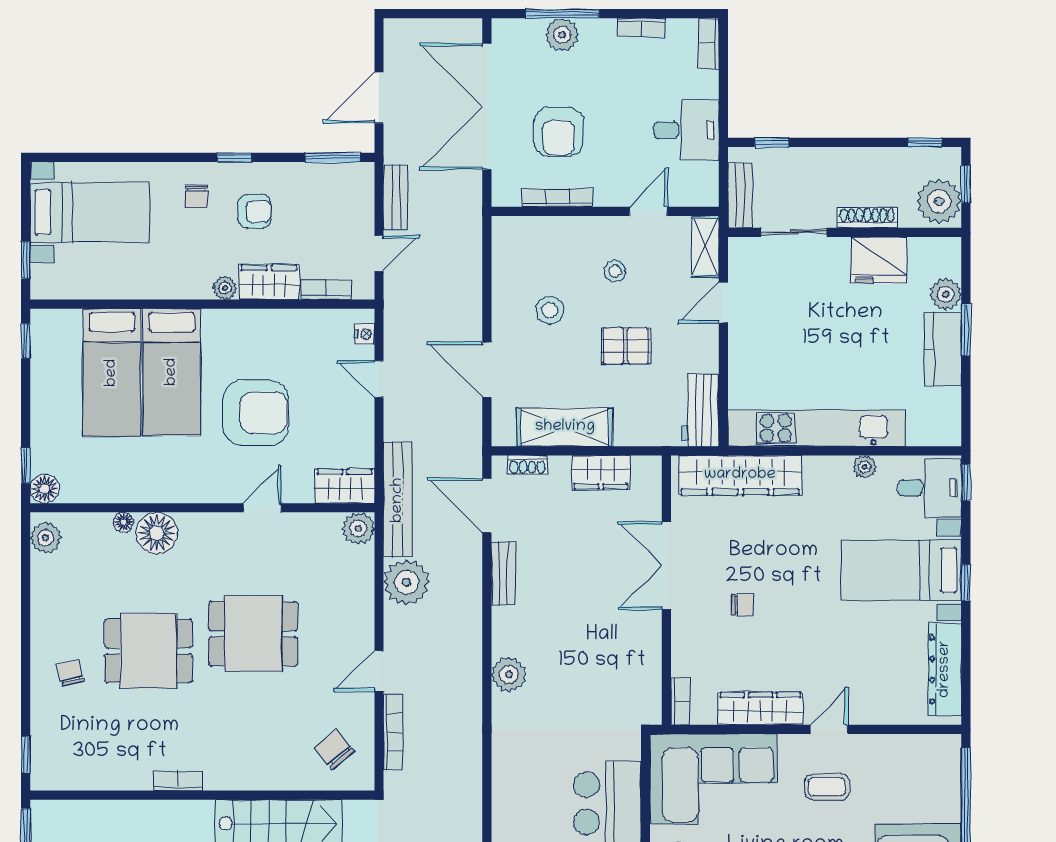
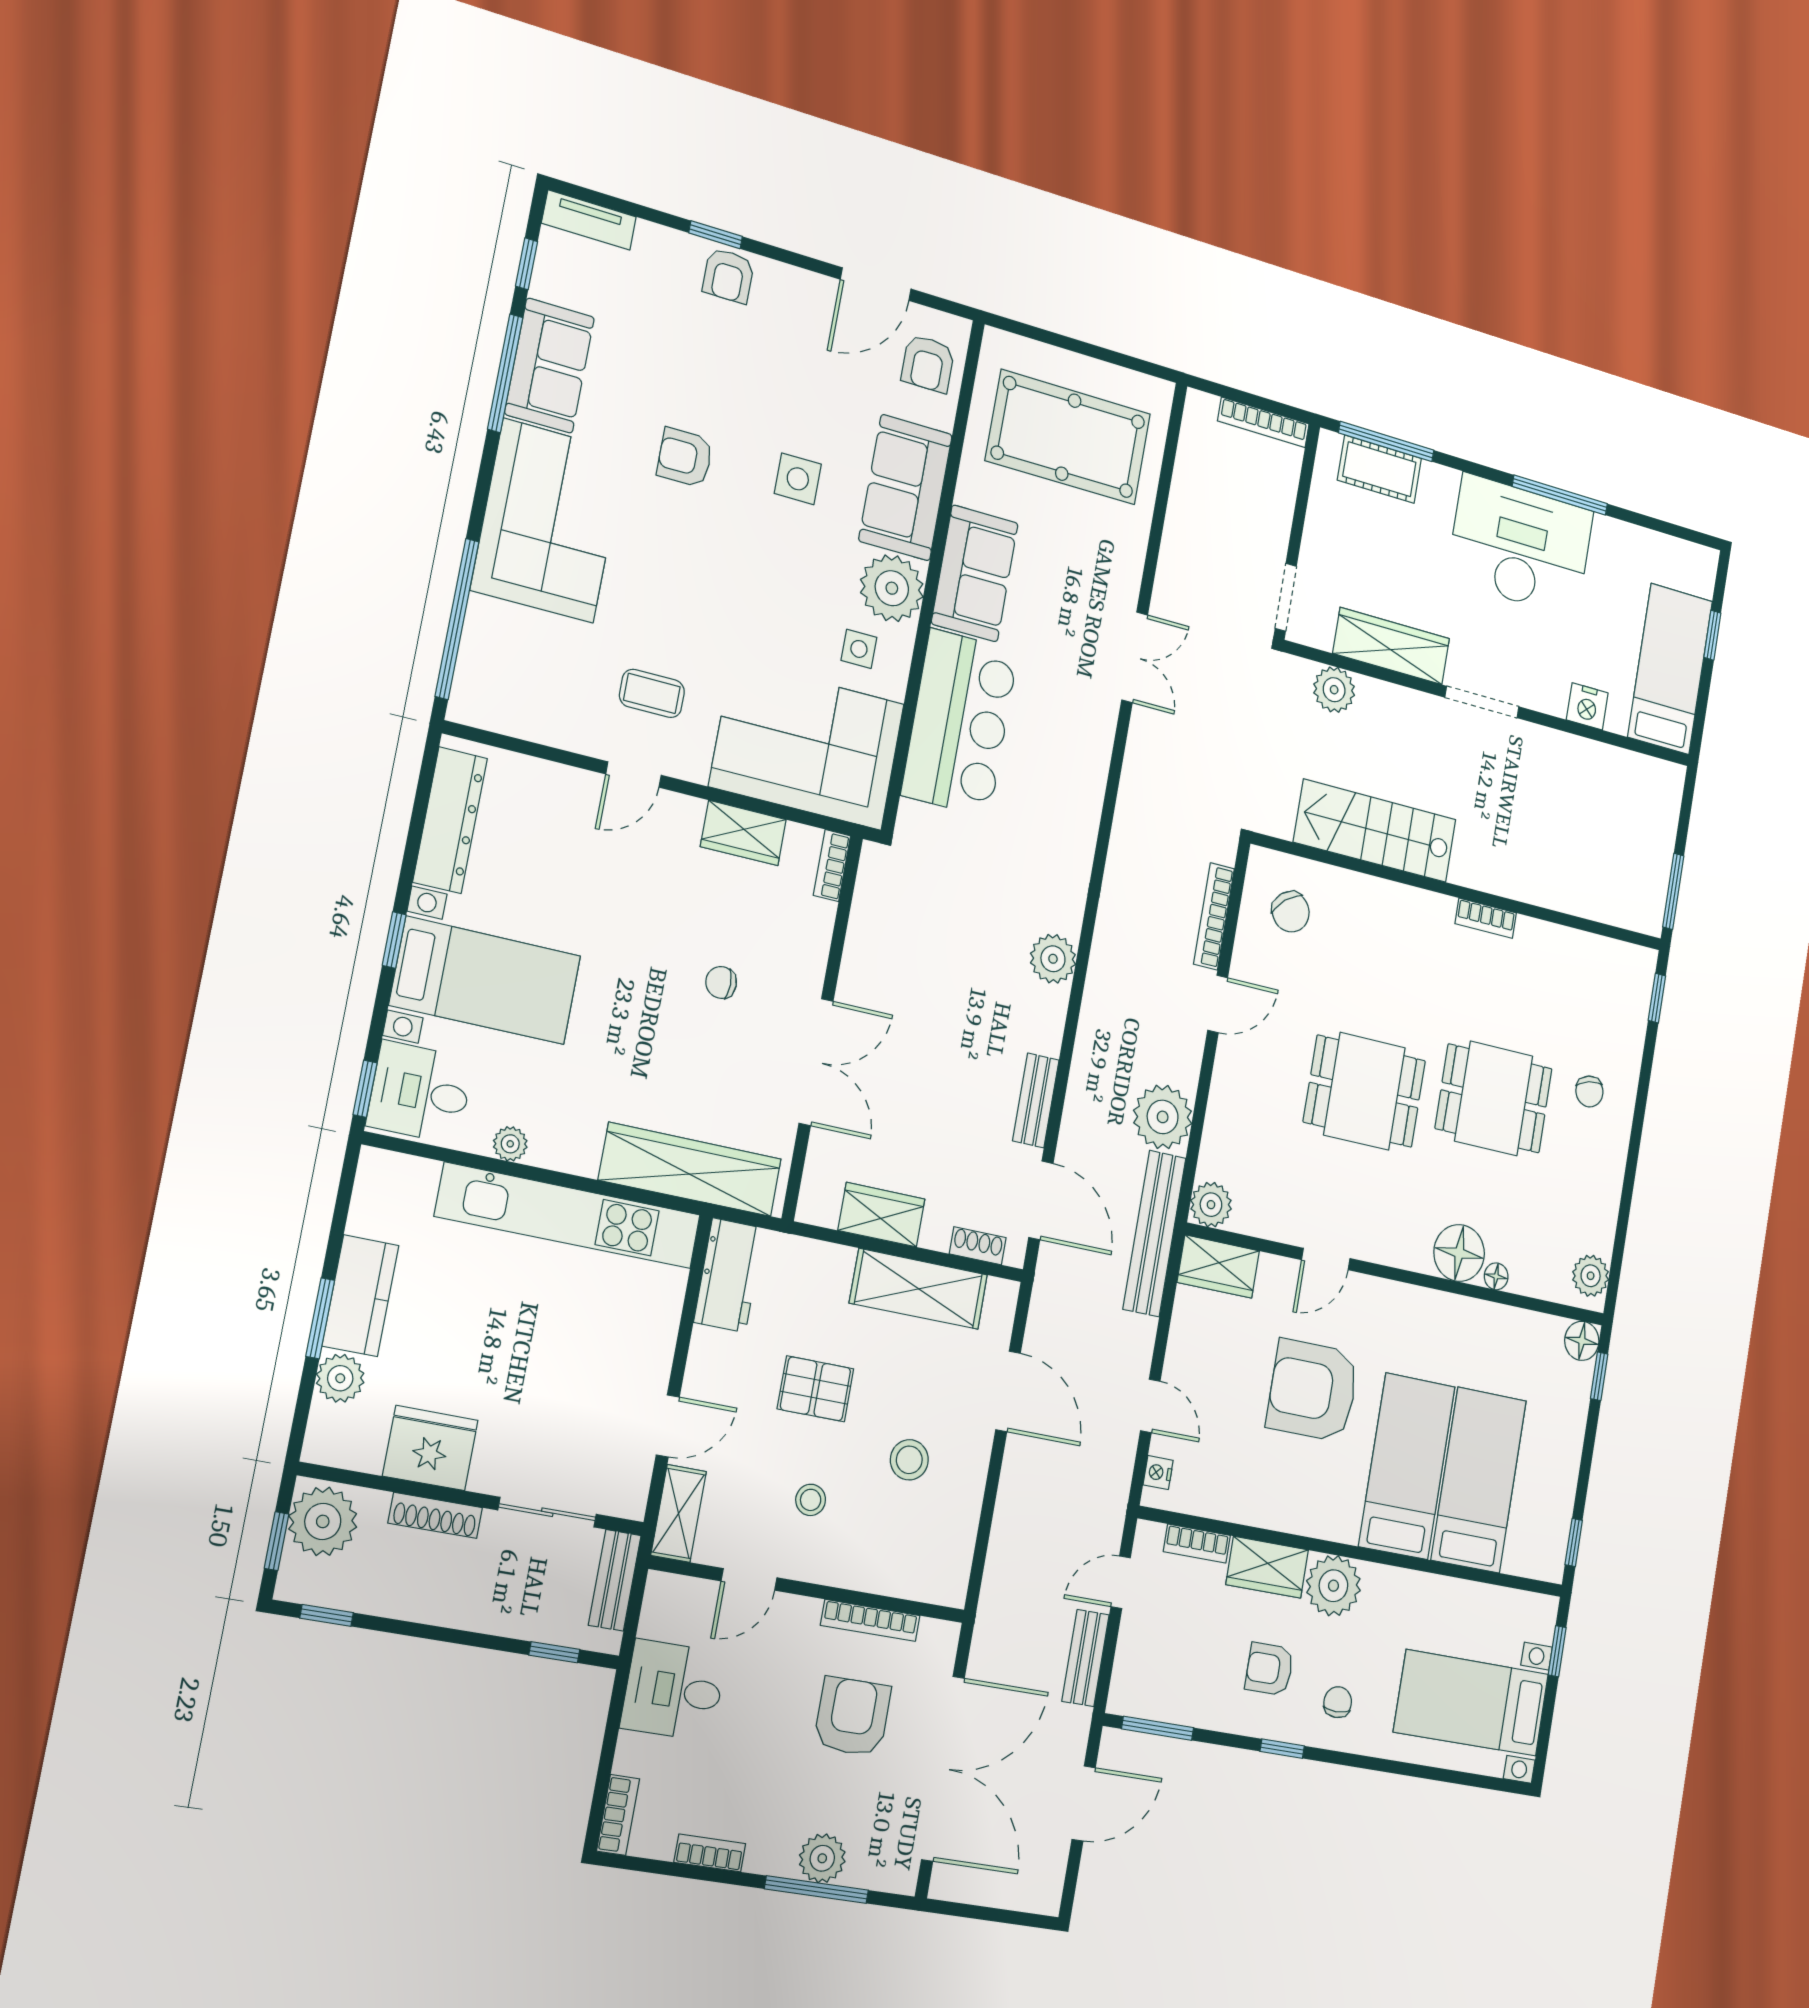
plant: (225, 288) -> (1333, 1586), width x1.88, depth x1.88
wardrobe: (760, 709) -> (743, 833), width x0.67

